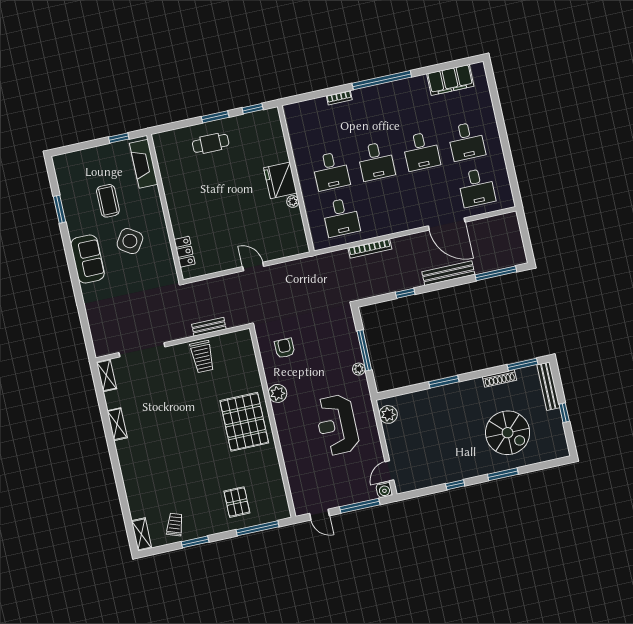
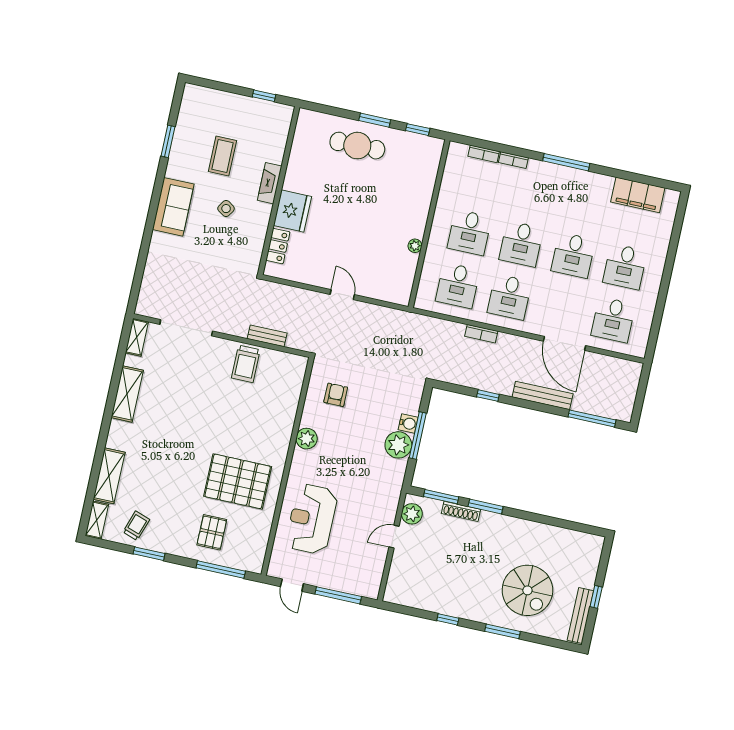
window: (382, 80) -> (566, 162), width x0.68
bookcase: (314, 104) -> (484, 154), added
cafe table: (211, 143) -> (357, 146), width x1.37, depth x1.35
fireplace: (144, 164) -> (270, 183), moved, width x0.73, depth x0.76
fridge: (280, 180) -> (292, 211), moved, turned 180
desk: (386, 207) -> (510, 297), added
side table: (130, 241) -> (226, 209), width x0.54, depth x0.54
bookcase: (370, 248) -> (481, 334), width x0.64
window: (522, 364) -> (441, 497), moved
plant: (359, 369) -> (398, 445), width x1.88, depth x1.88
shoe rack: (499, 378) -> (461, 511), moved
bench: (548, 386) -> (580, 616), moved
pallet: (244, 422) -> (238, 481), moved, turned 90
shelving: (117, 424) -> (127, 394), width x1.50, depth x1.33
reception desk: (337, 425) -> (312, 519), moved
door: (389, 471) -> (394, 537), moved
water cooler: (384, 490) -> (408, 423), moved, turned -90
shelving: (135, 495) -> (109, 476), added

